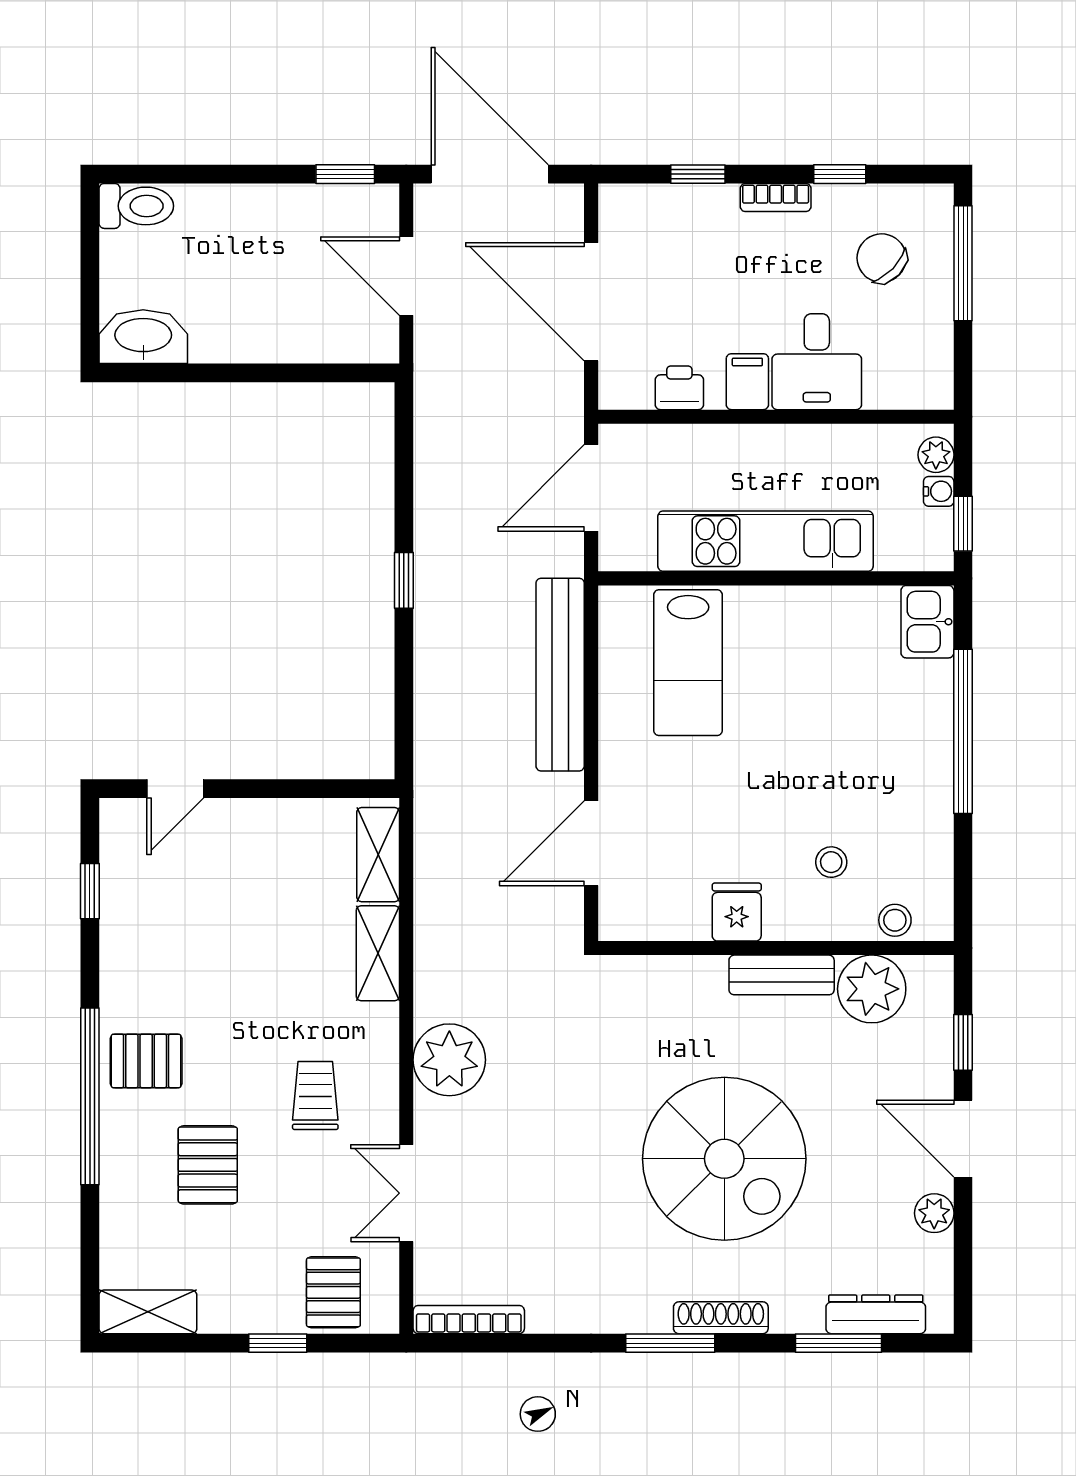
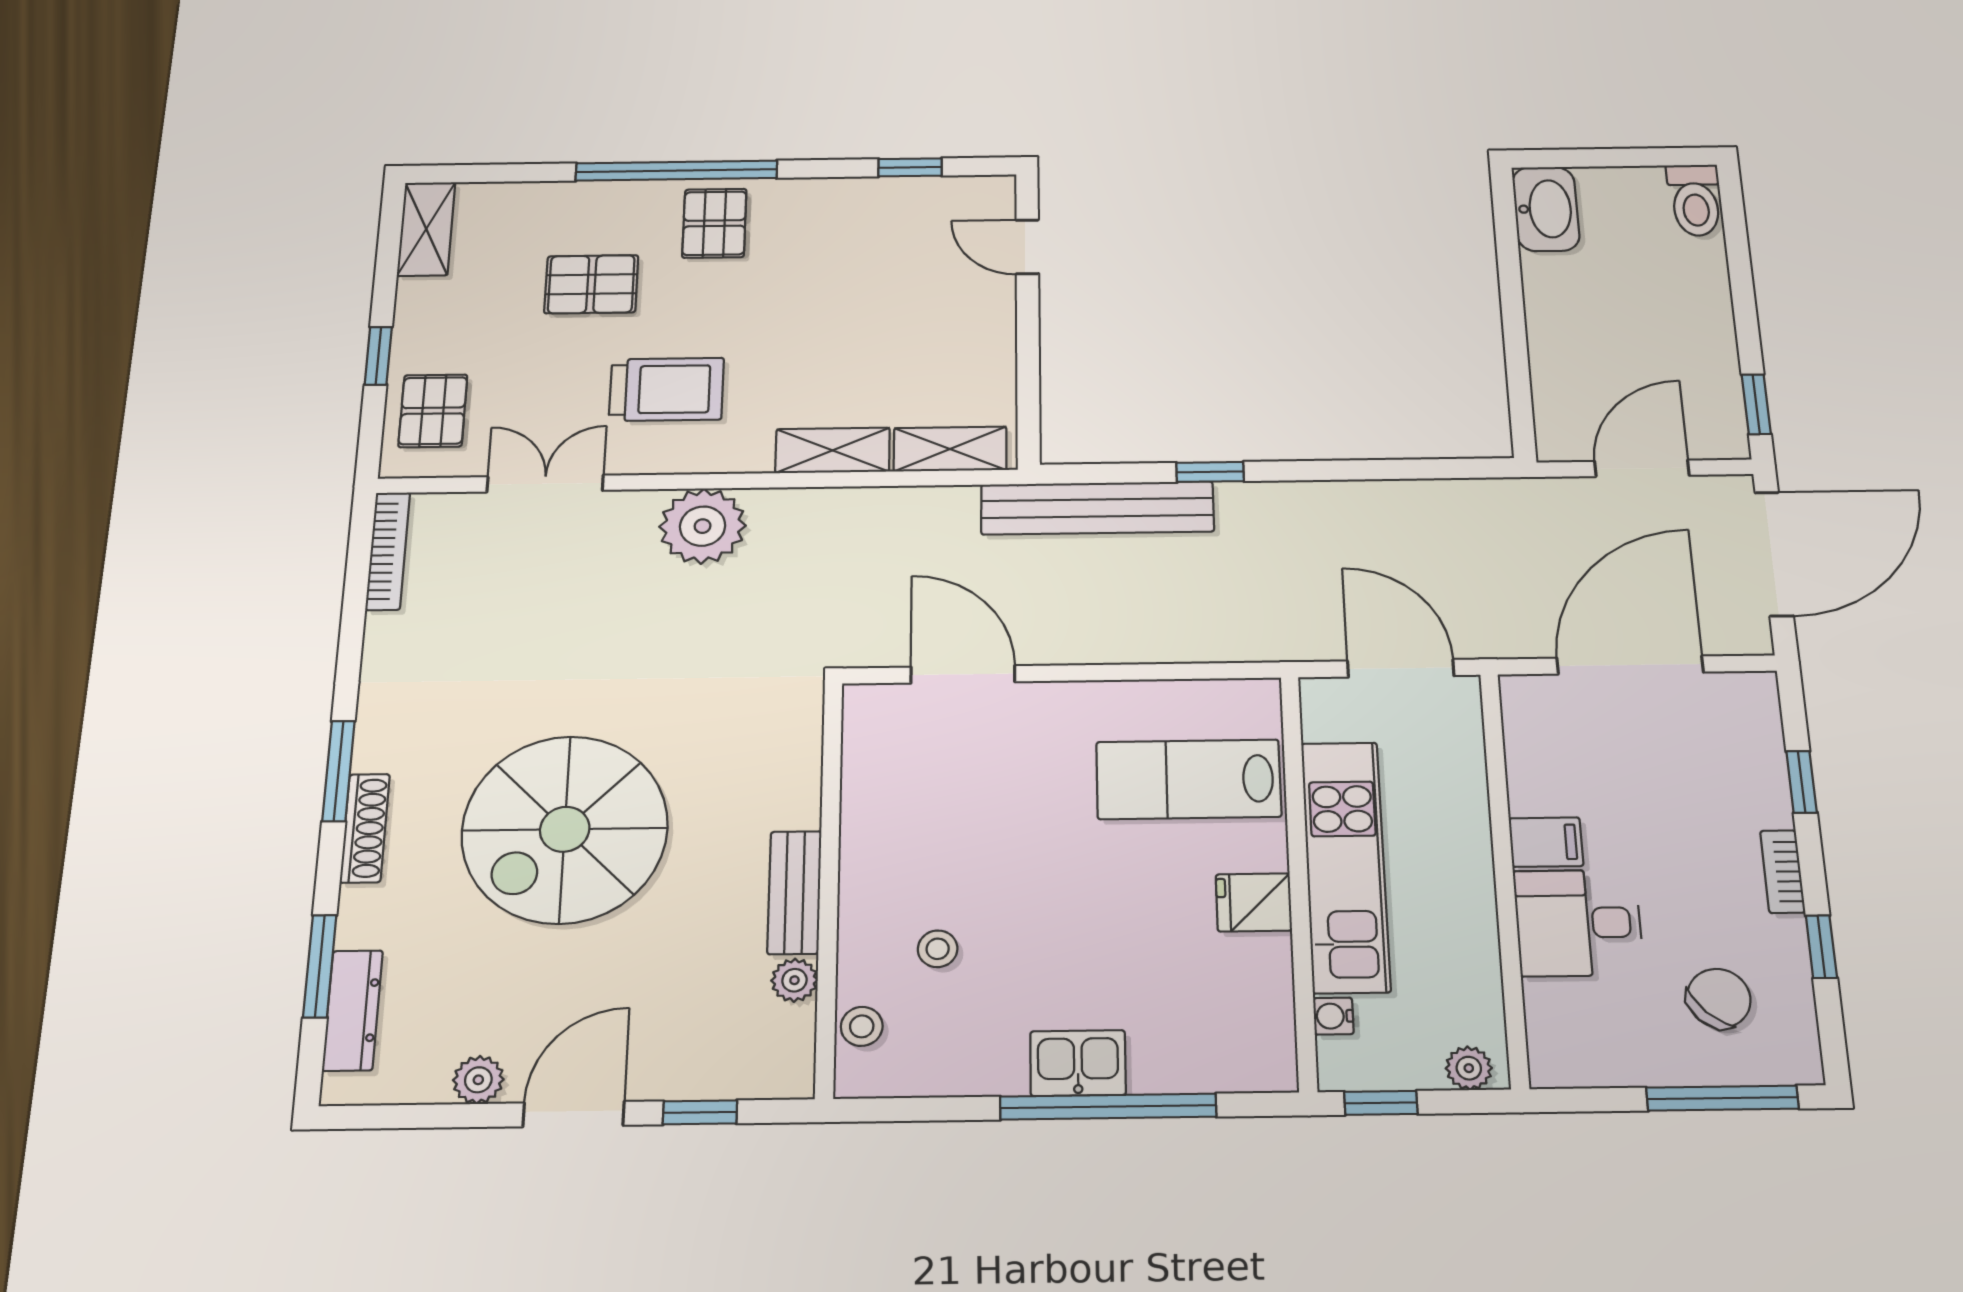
printer: (679, 388) -> (1532, 765), removed
water cooler: (939, 491) -> (1333, 1016), moved, turned 90
window: (404, 580) -> (1210, 472), moved
kitchen sink: (927, 622) -> (1078, 1063), moved
bench: (560, 675) -> (1097, 508), moved
fridge: (737, 912) -> (1254, 902), moved, turned 180
plant: (872, 989) -> (794, 980), width x0.53, depth x0.53
trolley: (315, 1095) -> (667, 389), width x1.36, depth x1.39
pallet: (333, 1292) -> (433, 411), turned 90

